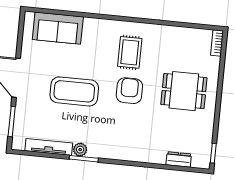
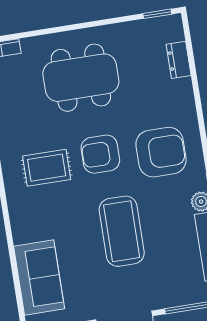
dining table: (184, 91) -> (81, 78), width x1.38
armchair: (120, 132) -> (161, 152), added

